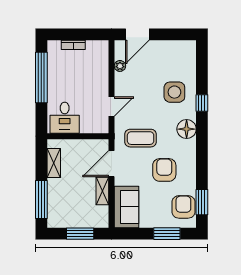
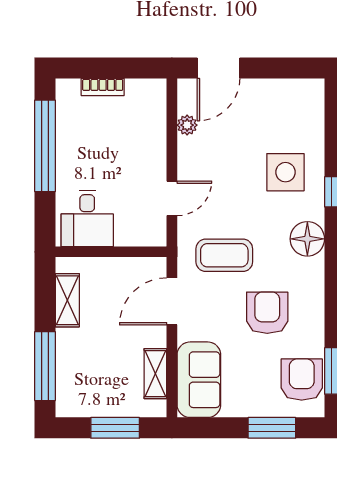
shelving: (102, 191) -> (155, 374), moved

